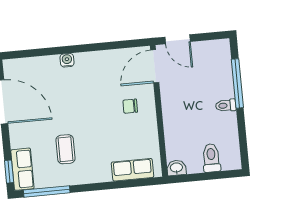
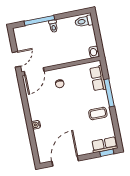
door: (155, 66) -> (34, 71), hinge flipped
coffee table: (65, 149) -> (98, 114), moved
toilet: (211, 158) -> (84, 21), moved
window: (47, 191) -> (109, 93), moved

